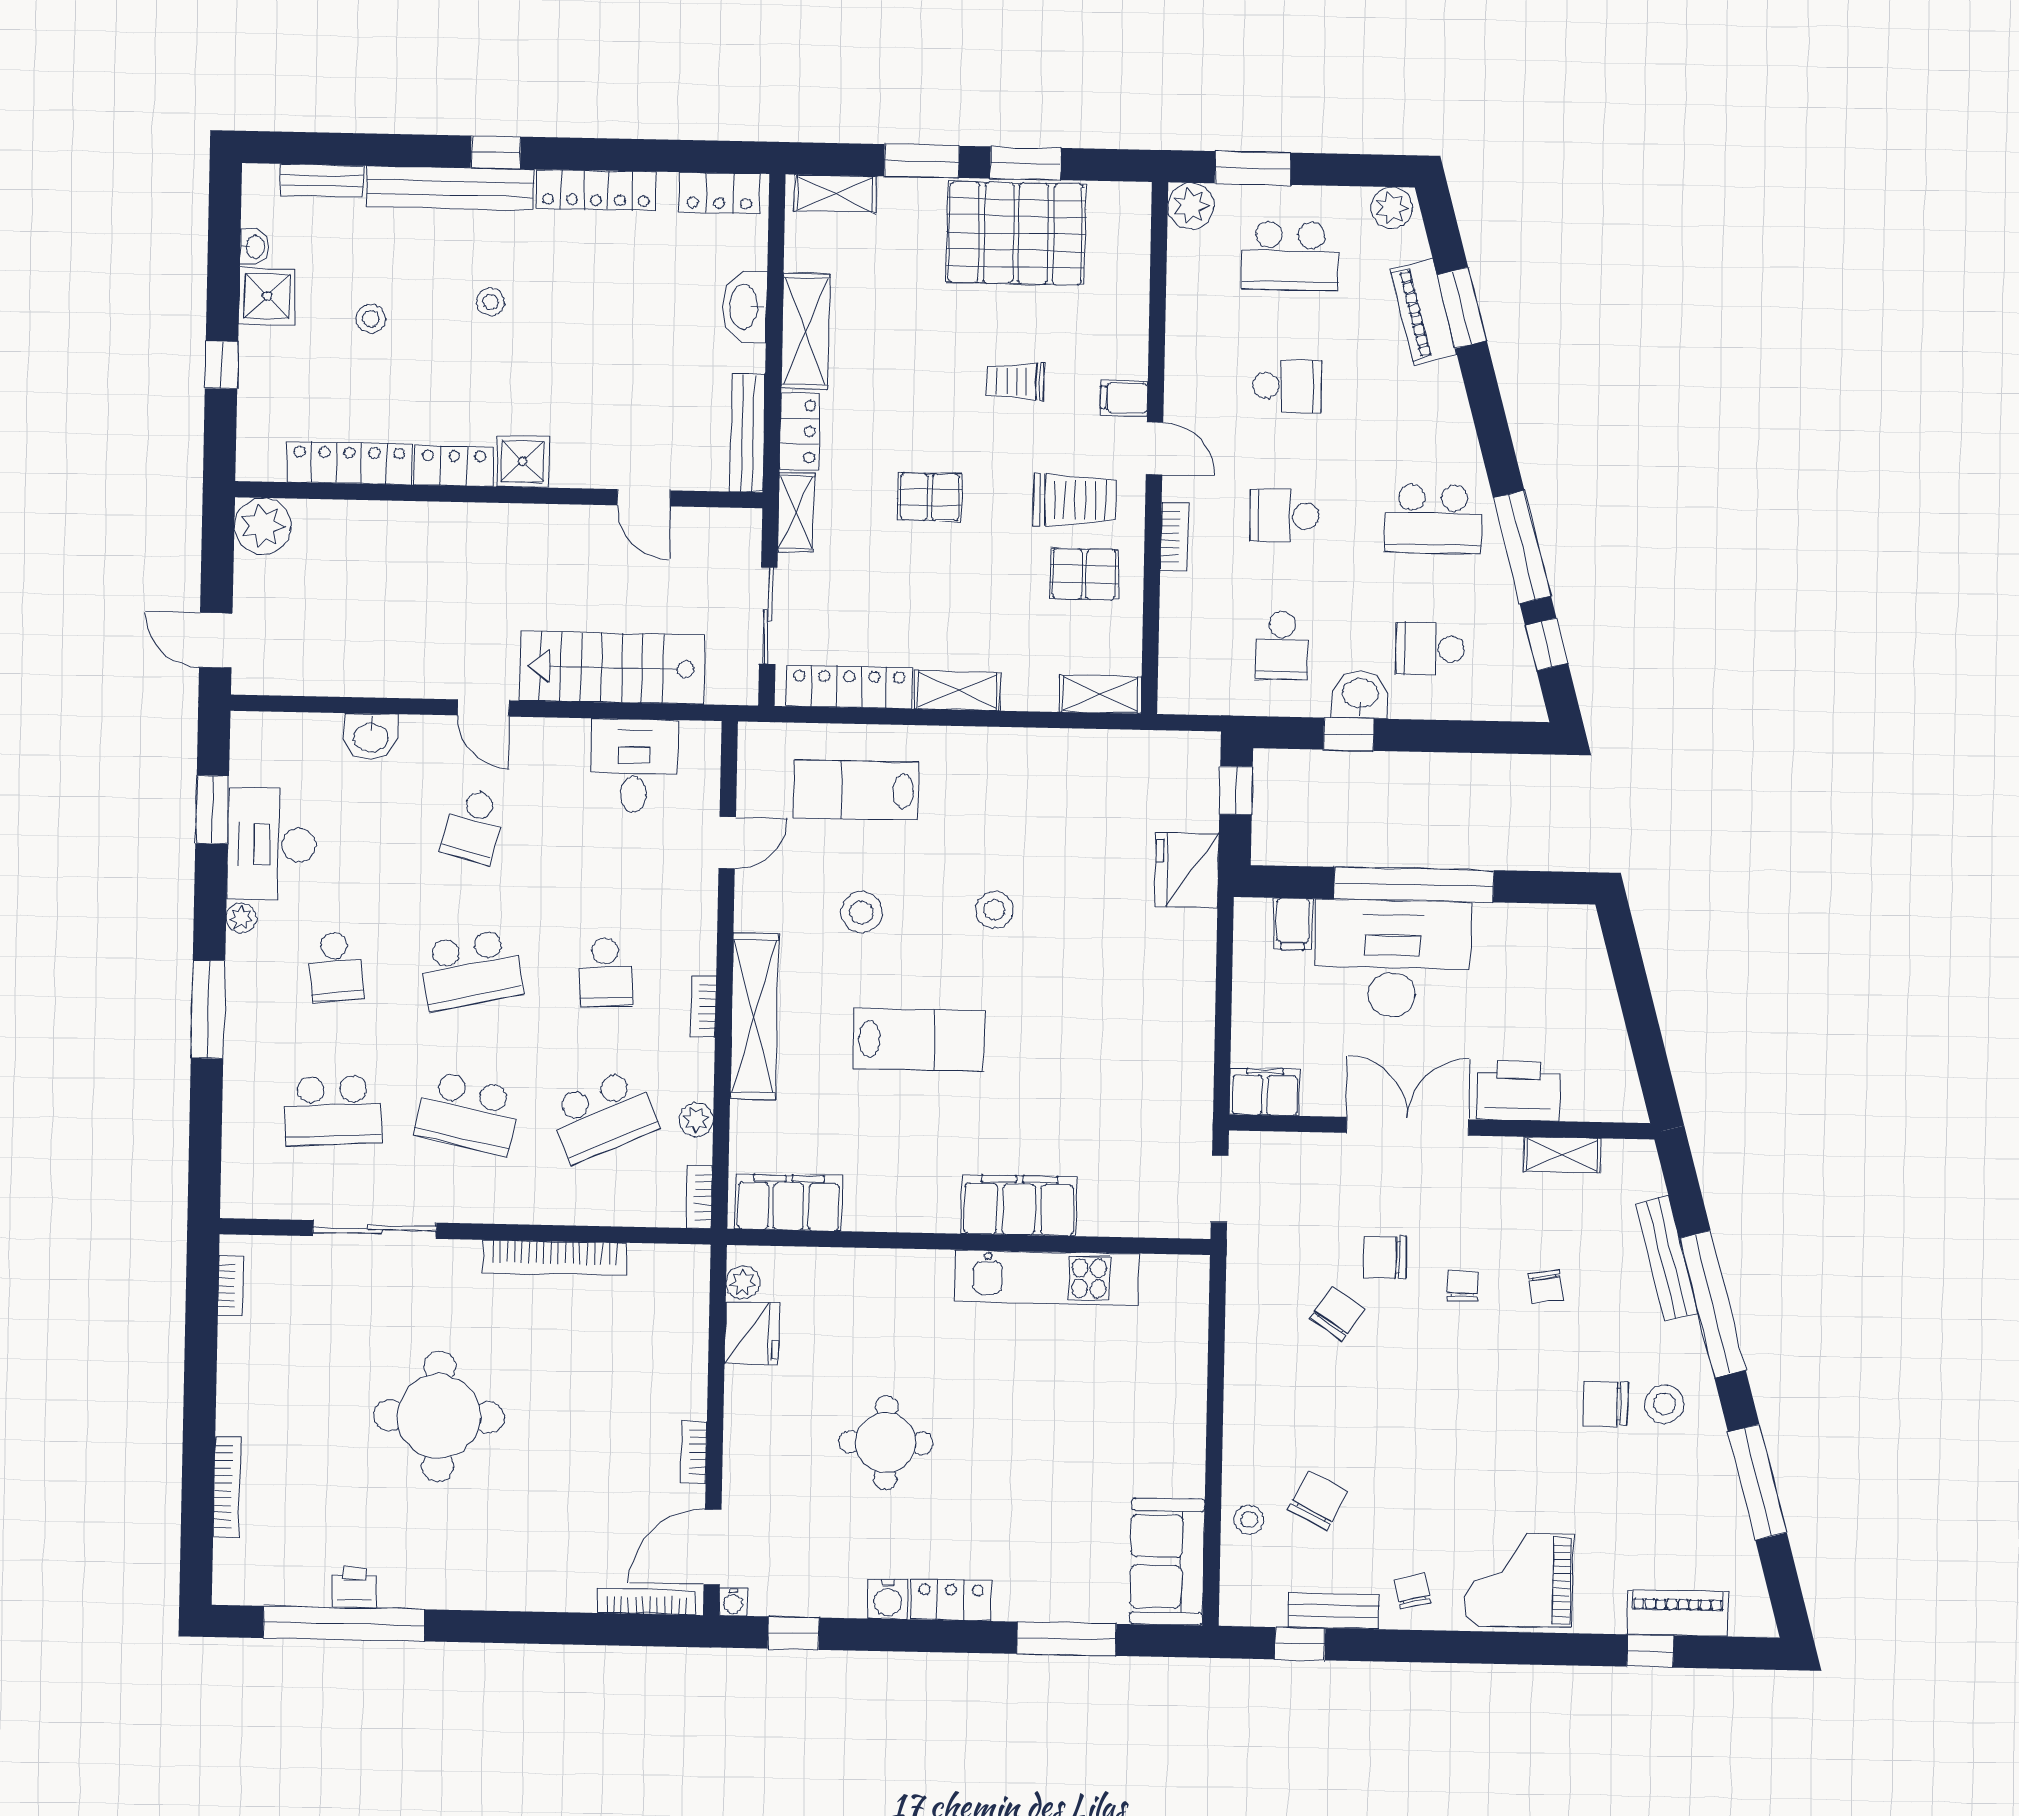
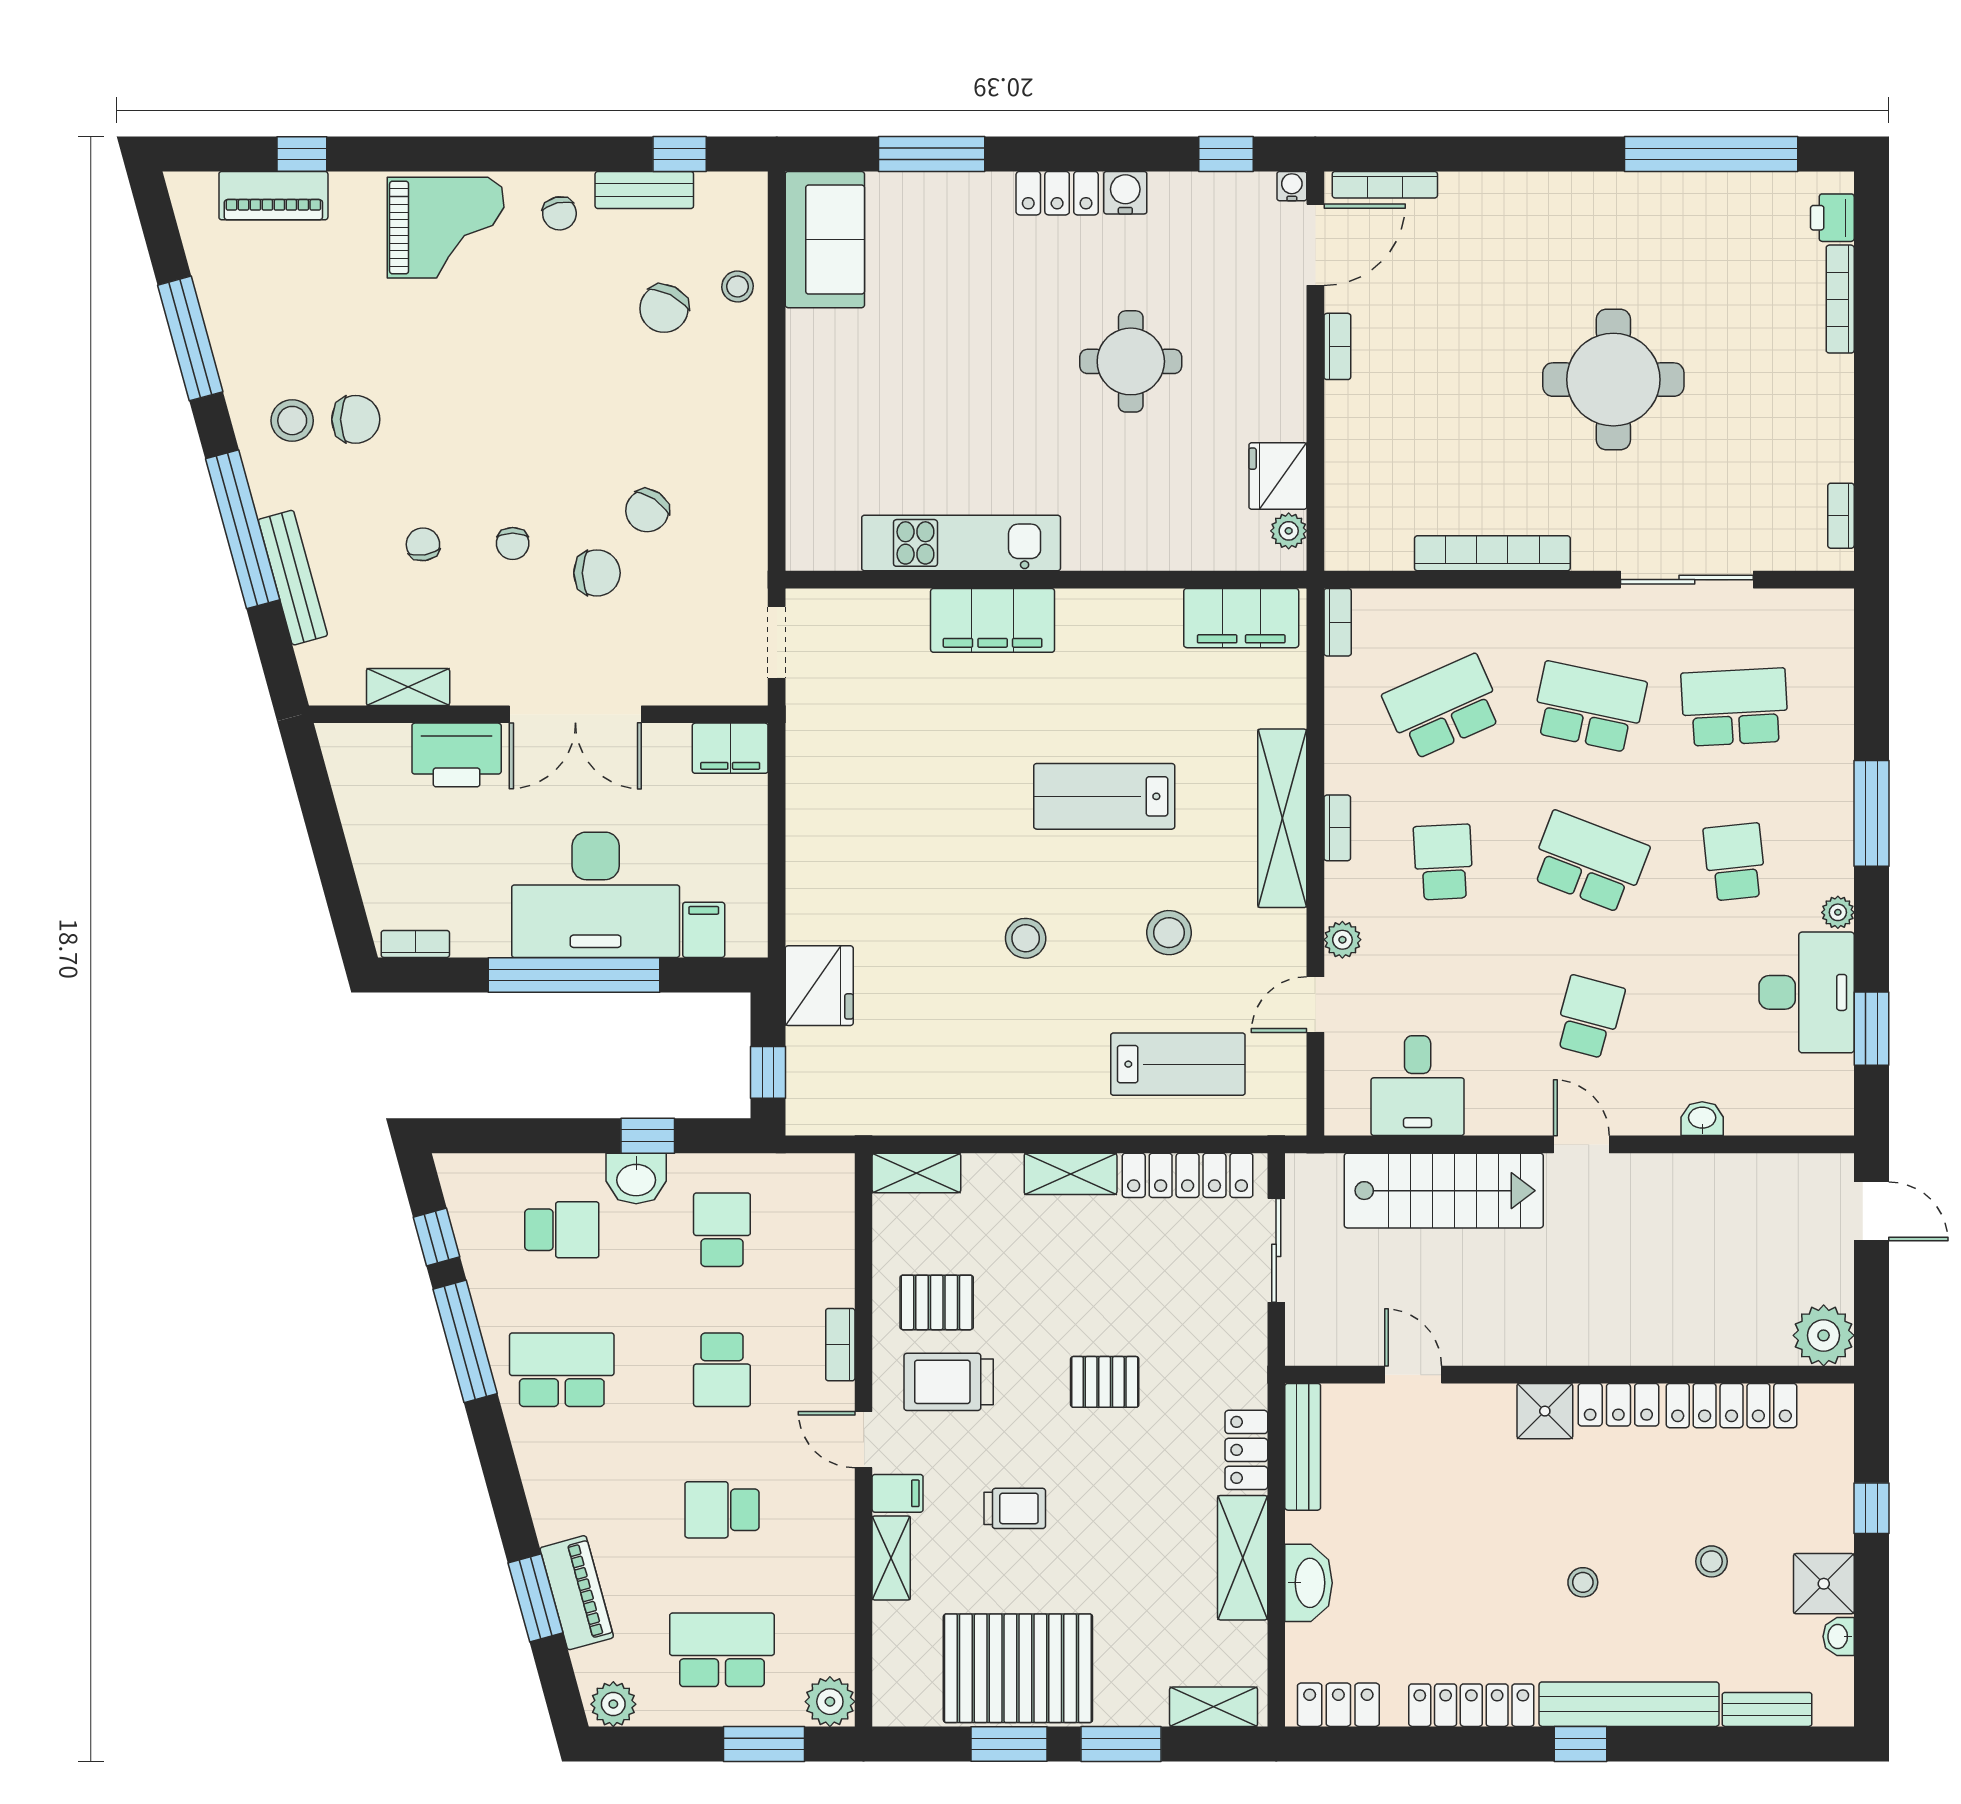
shelving: (796, 512) -> (891, 1558), moved
school desk: (1284, 516) -> (722, 1370), turned 90
washbasin: (371, 737) -> (1702, 1119), width x0.72, depth x0.69
bookcase: (1560, 916) -> (415, 944), added
school desk: (471, 970) -> (1589, 862), turned 33
plant: (696, 1120) -> (1342, 940), moved
printer: (354, 1588) -> (1832, 218), moved, turned 90

